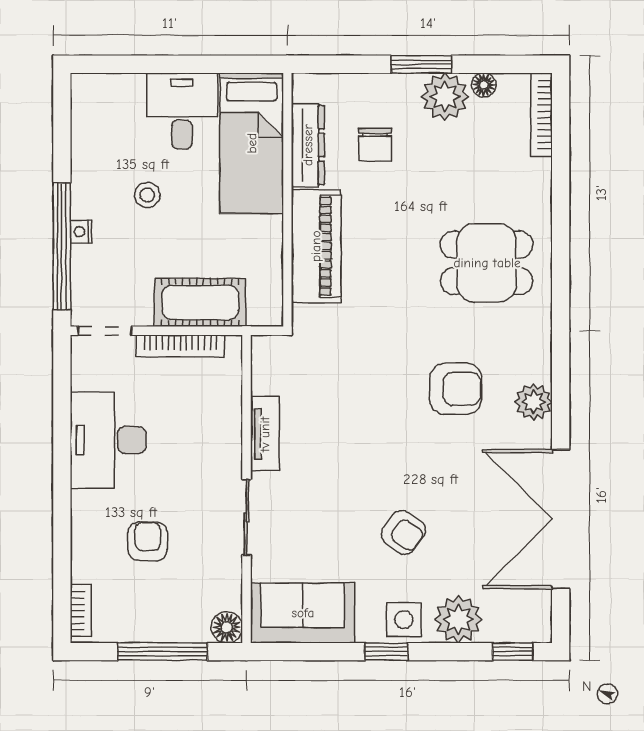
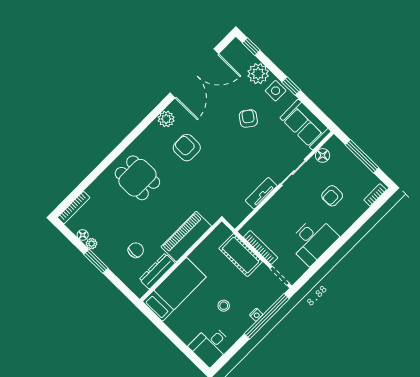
plant: (445, 97) -> (92, 244), width x0.53, depth x0.53
desk: (182, 111) -> (211, 345), moved
floor lamp: (227, 627) -> (323, 155), moved

